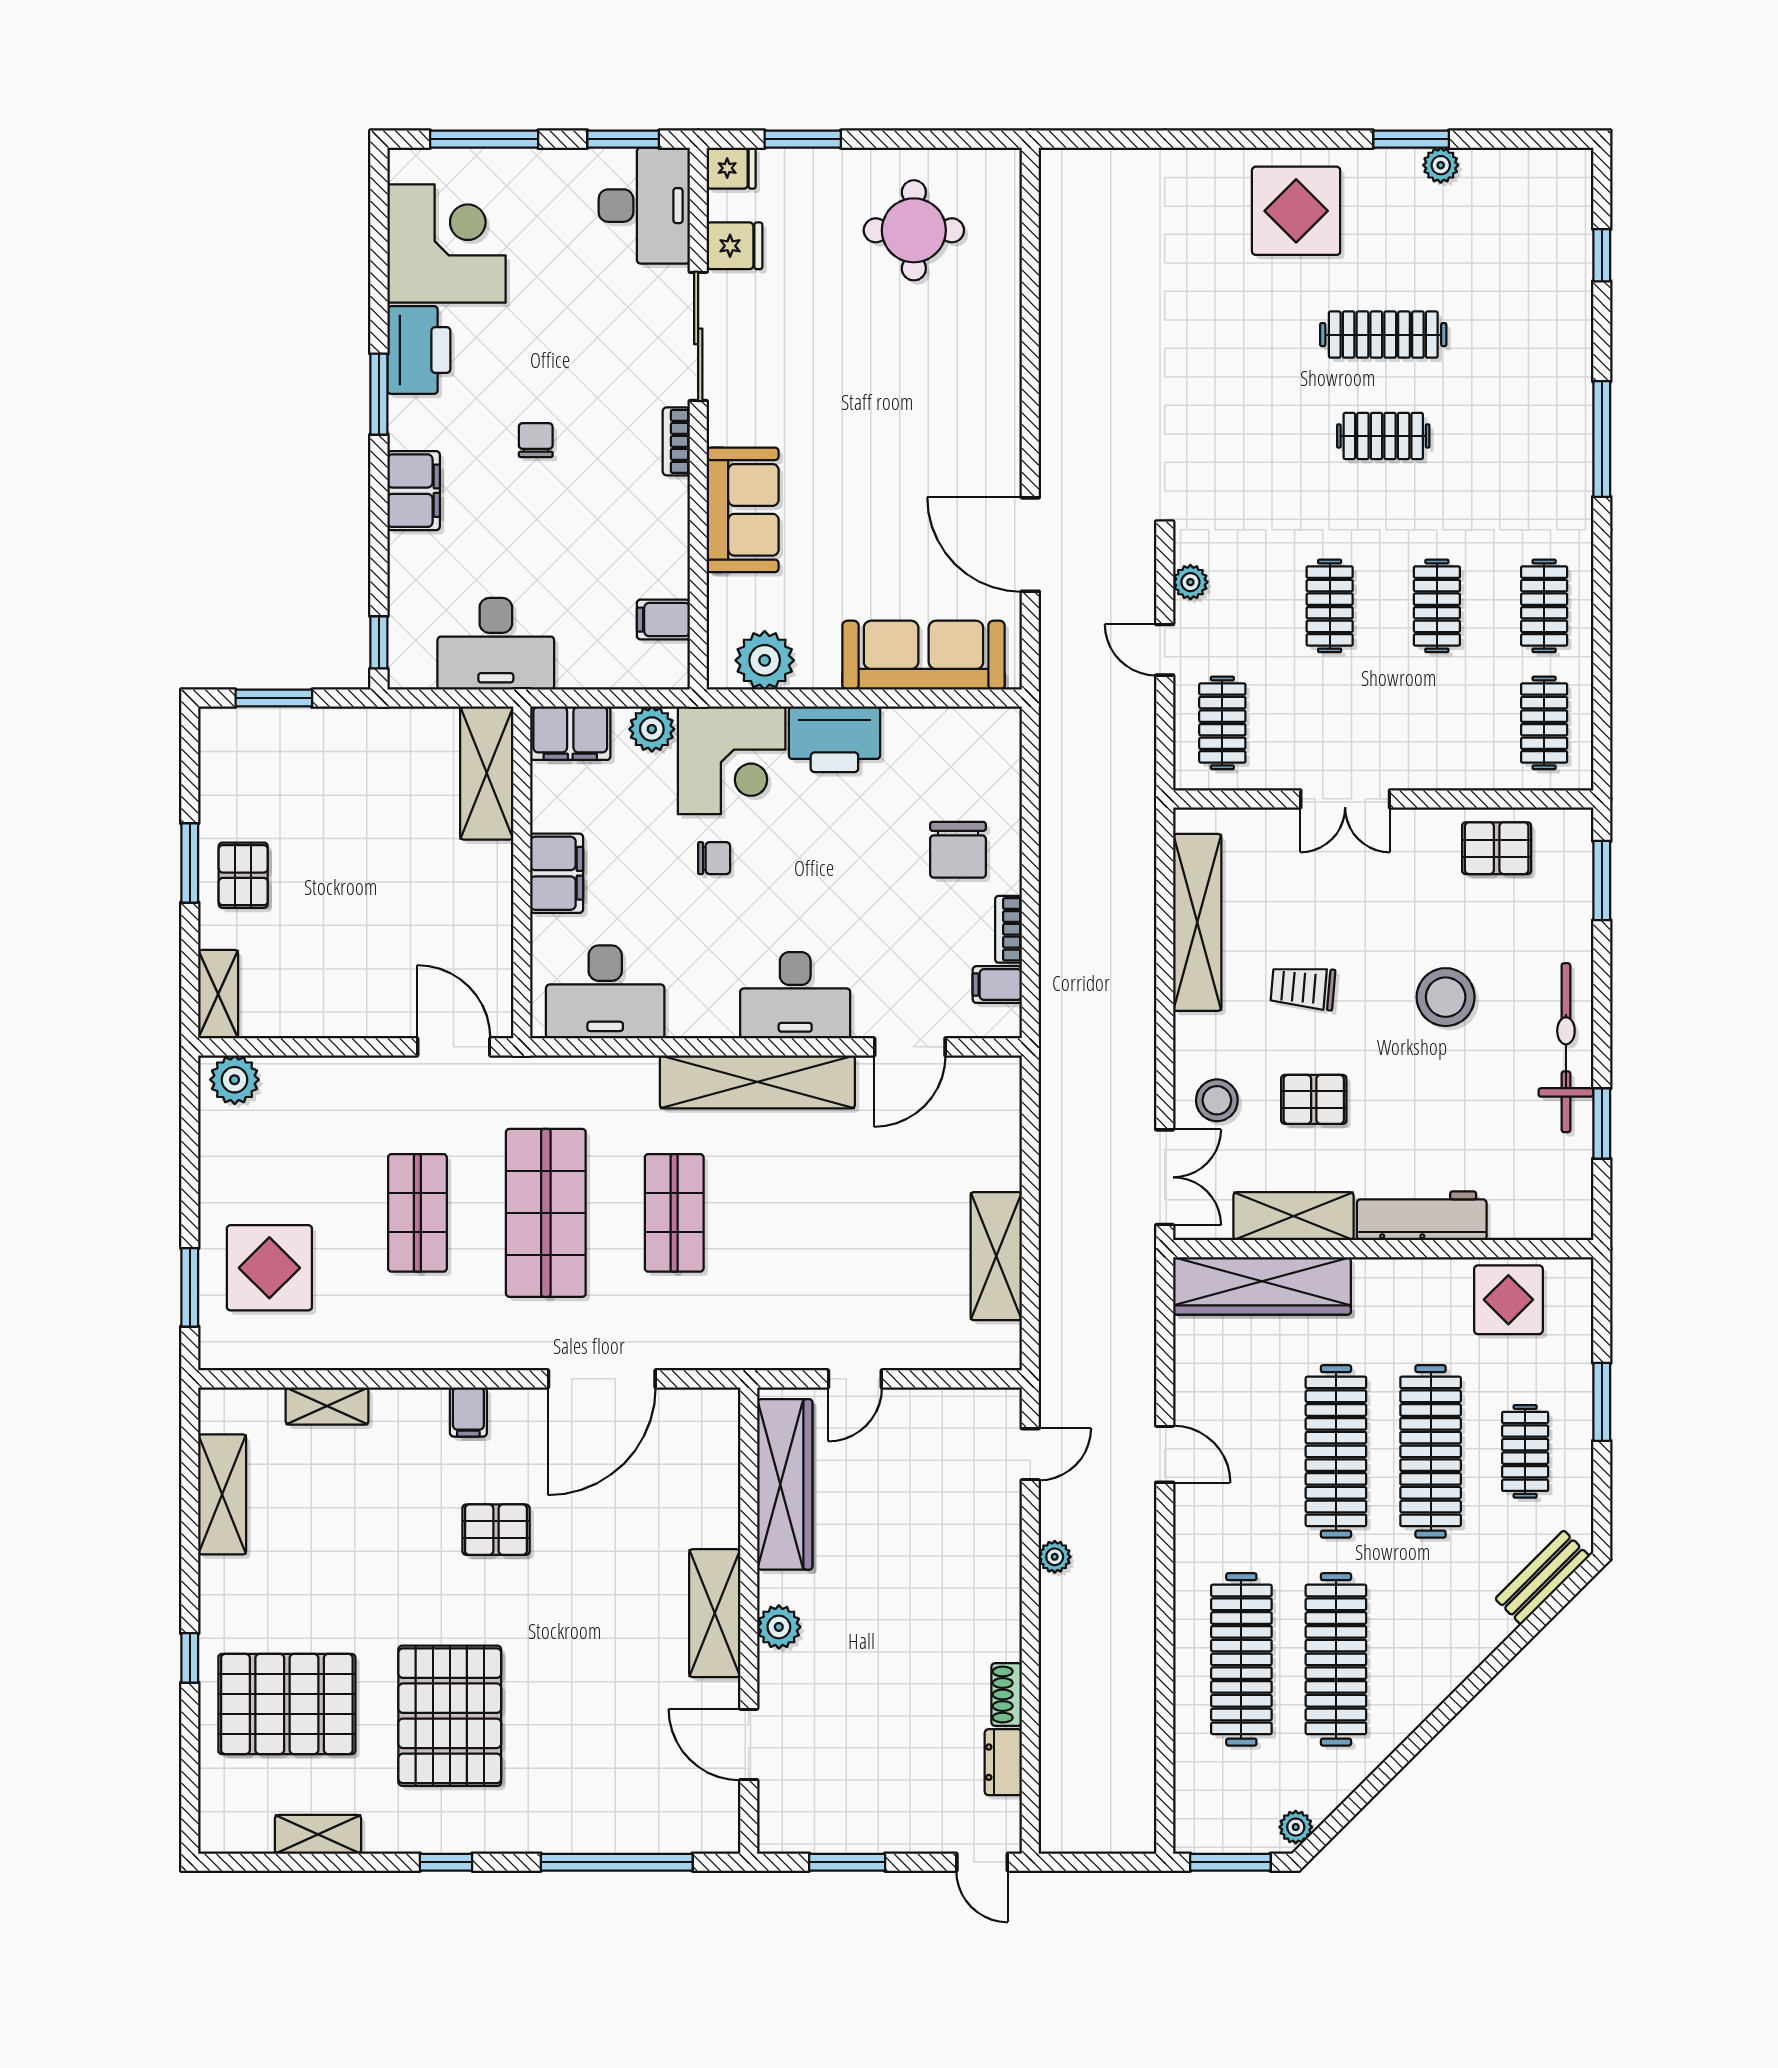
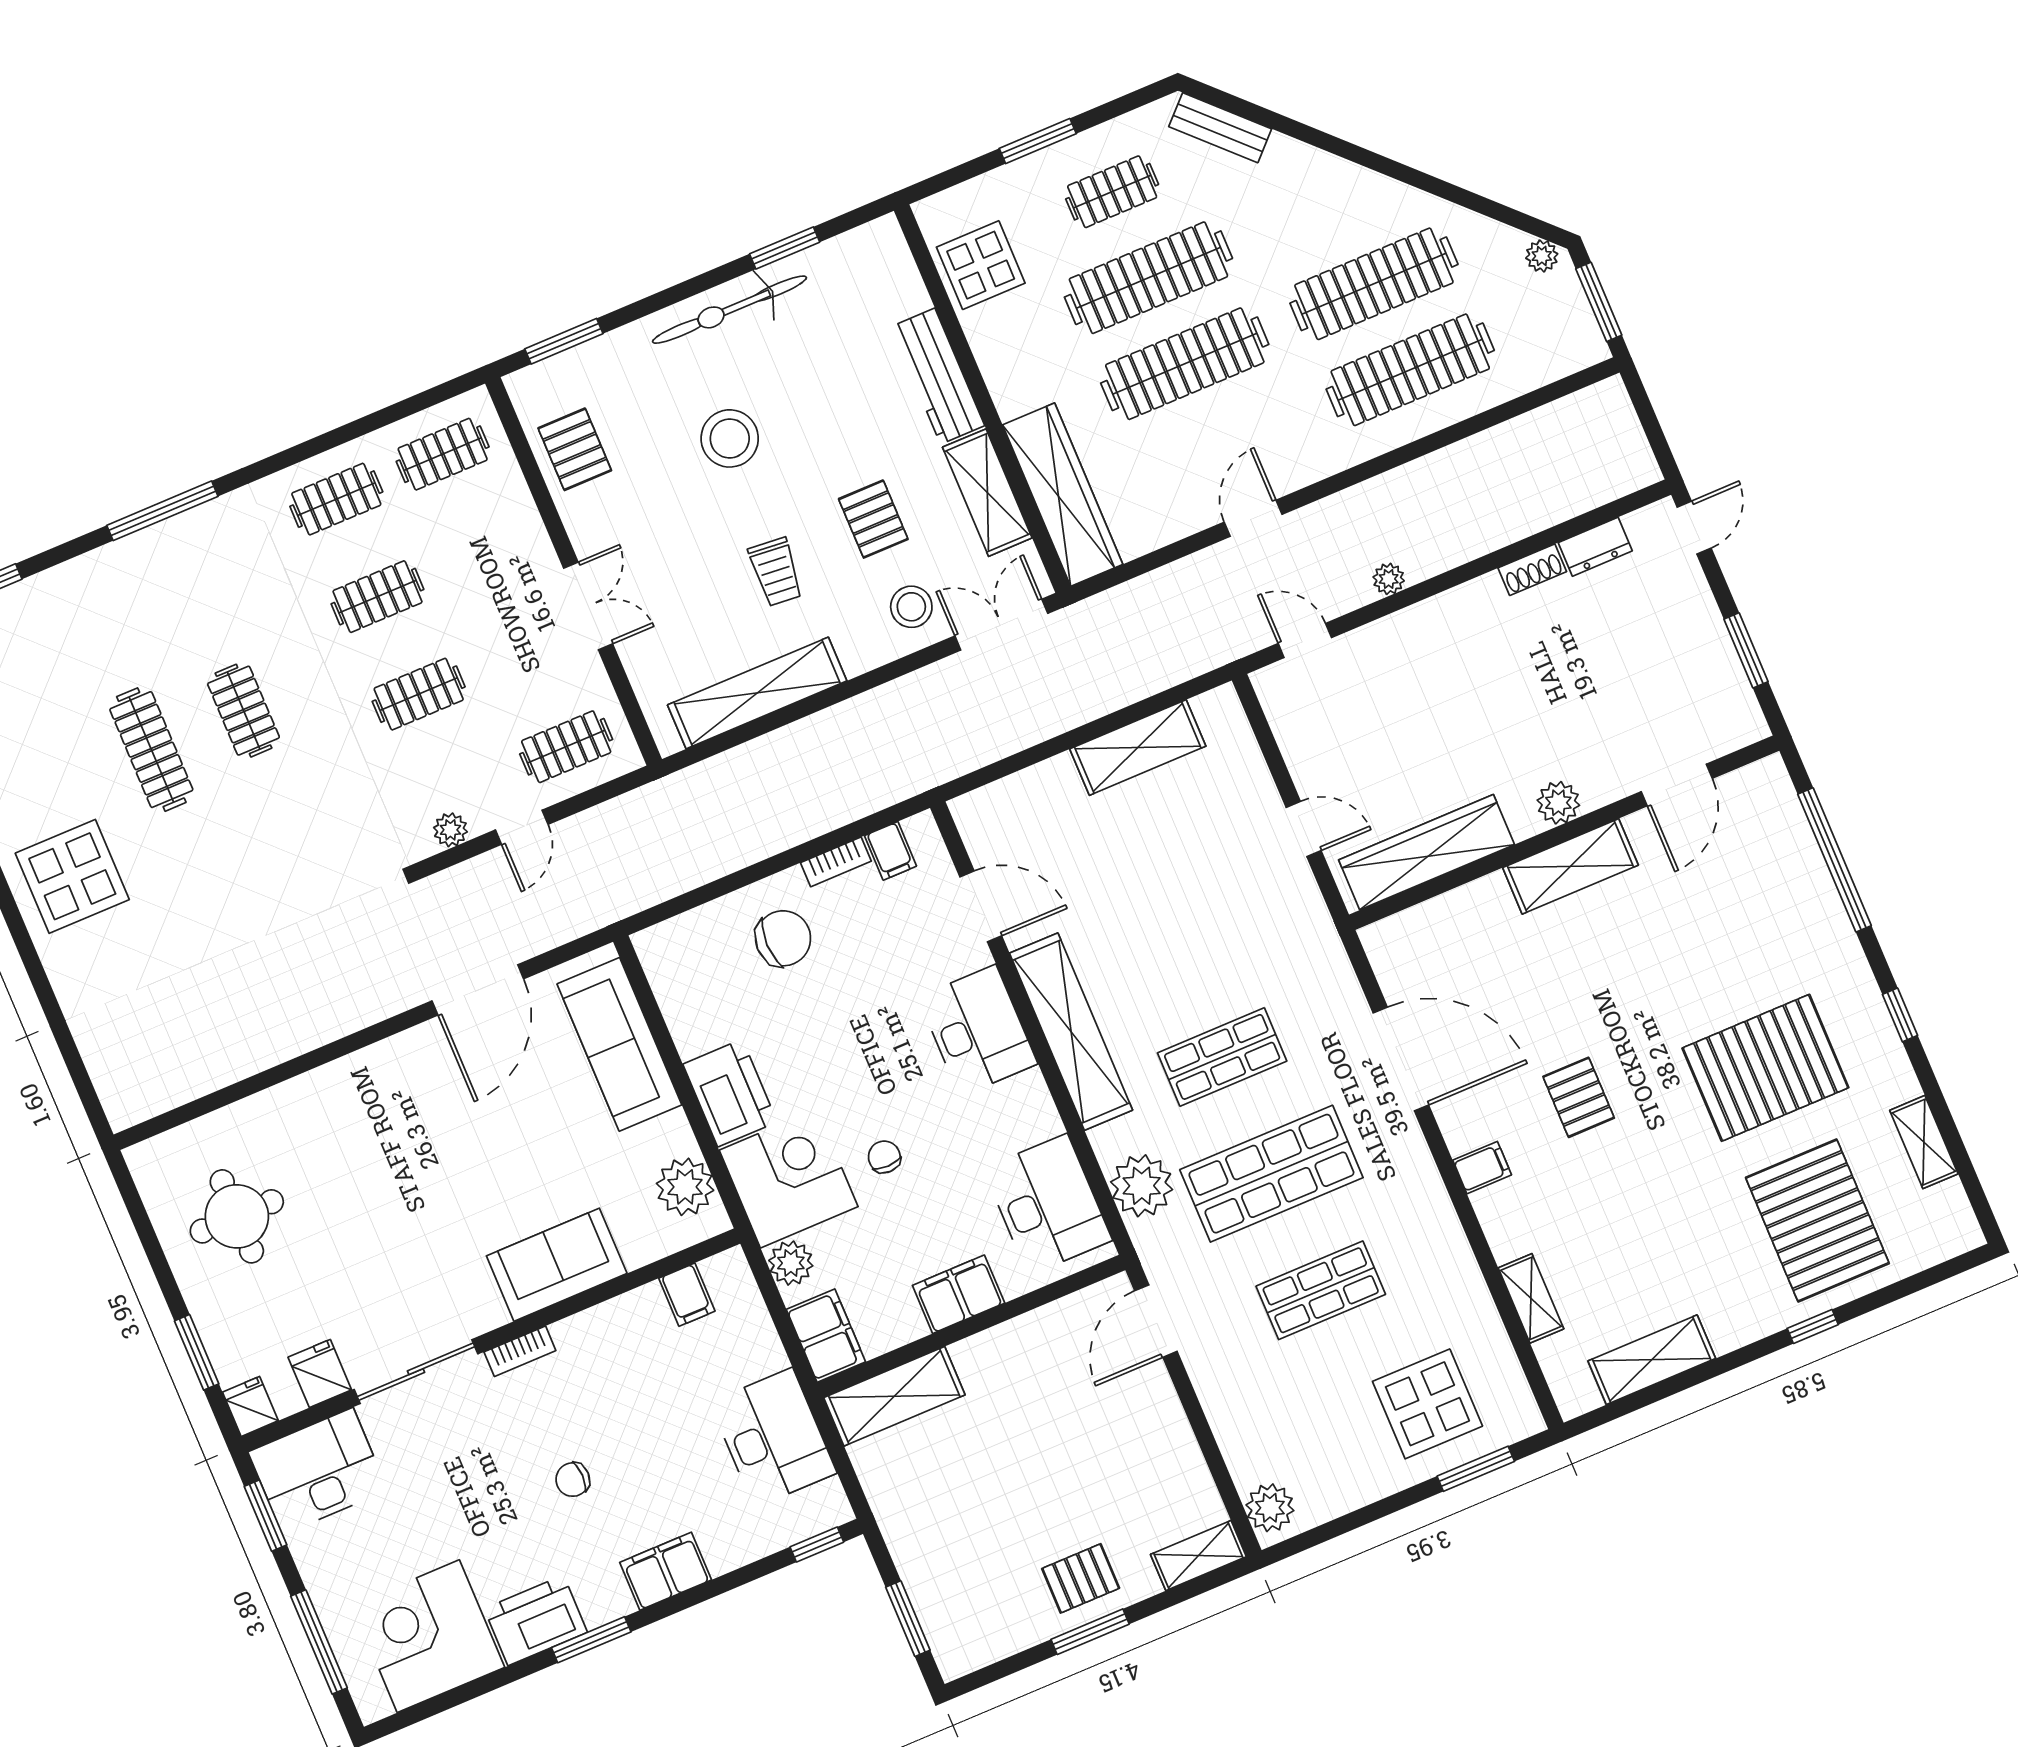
plant: (586, 1087) -> (1142, 1186), added

